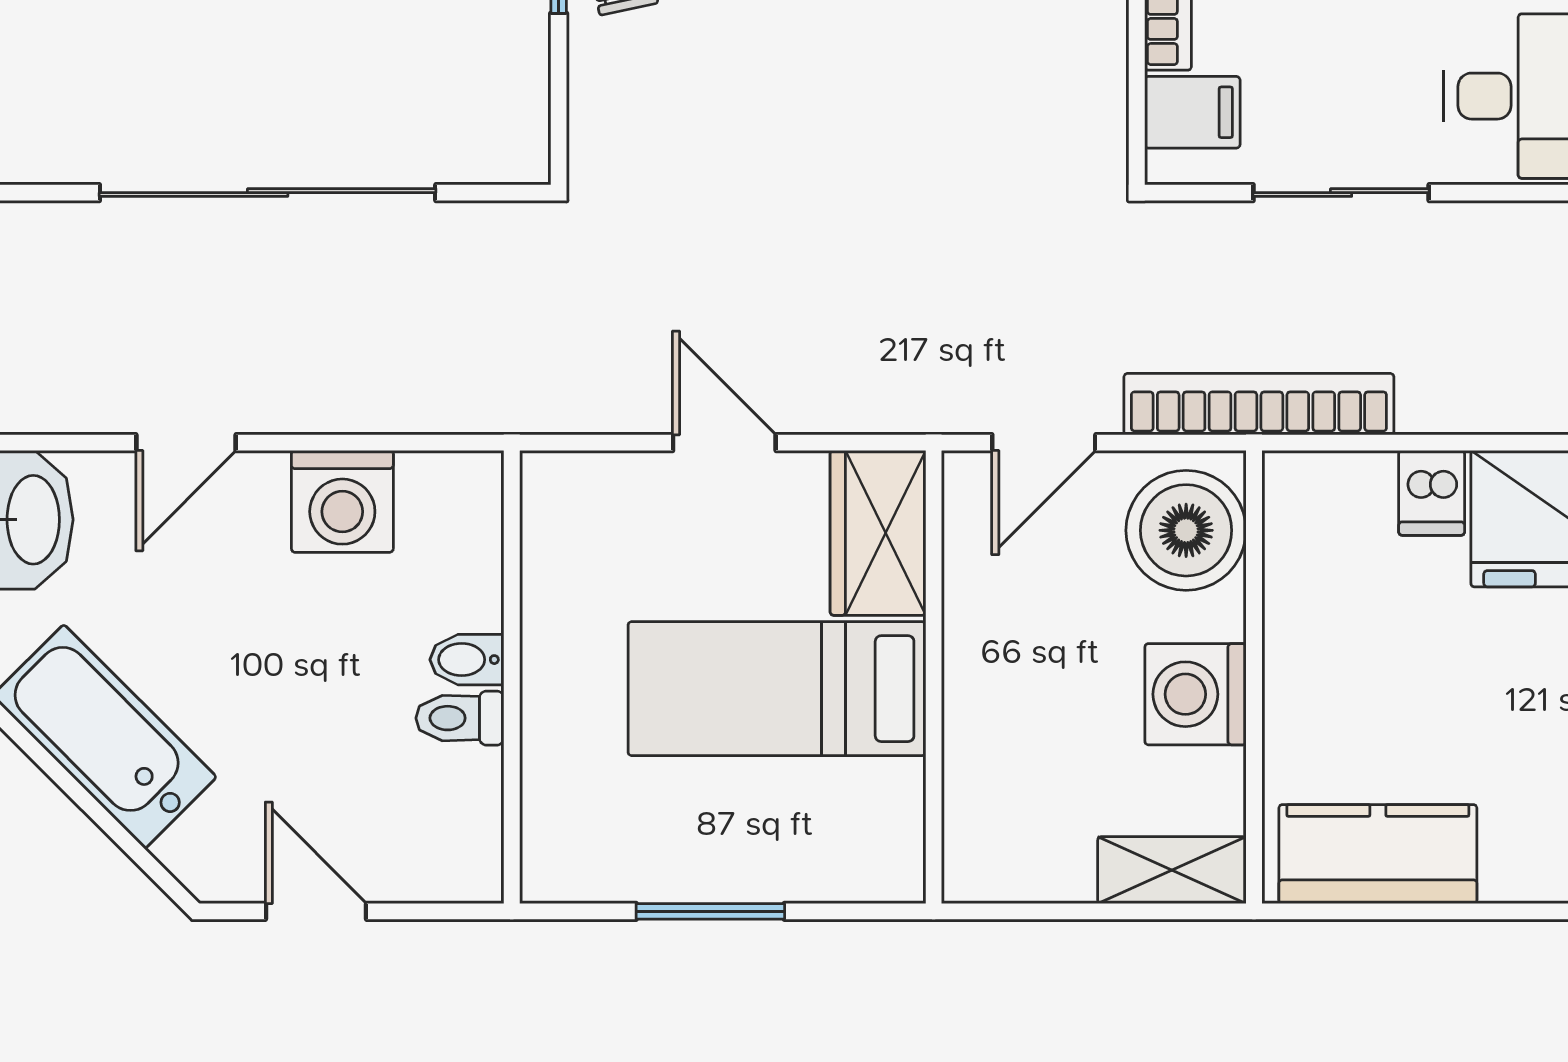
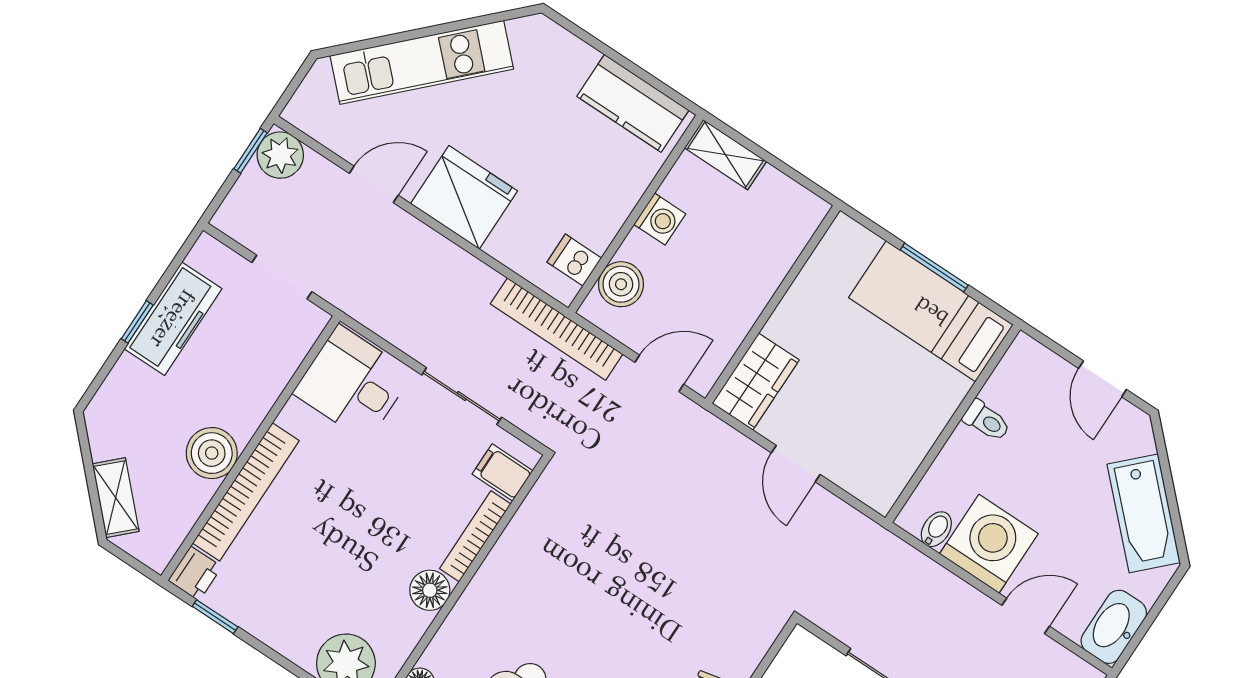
dishwasher: (1432, 493) -> (574, 260), moved, turned -90
washing machine: (342, 501) -> (989, 544), width x1.37, depth x1.37
boiler: (1186, 530) -> (621, 284), width x0.73, depth x0.73
bidet: (467, 660) -> (936, 529), moved, turned -90
bed: (777, 689) -> (931, 311), moved, turned 180
washing machine: (1195, 694) -> (660, 219), width x0.73, depth x0.73

